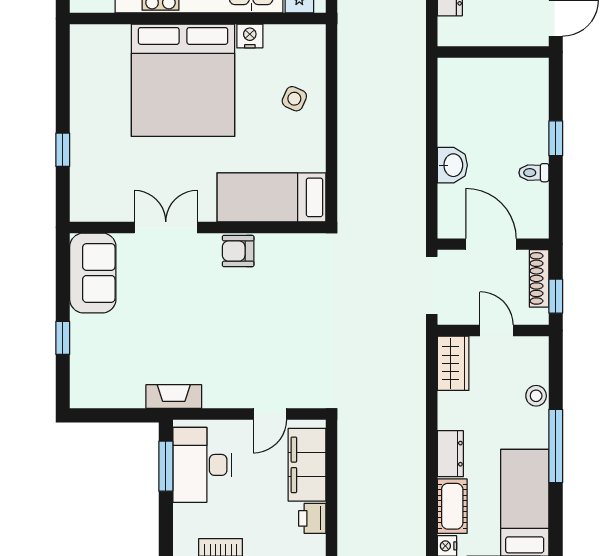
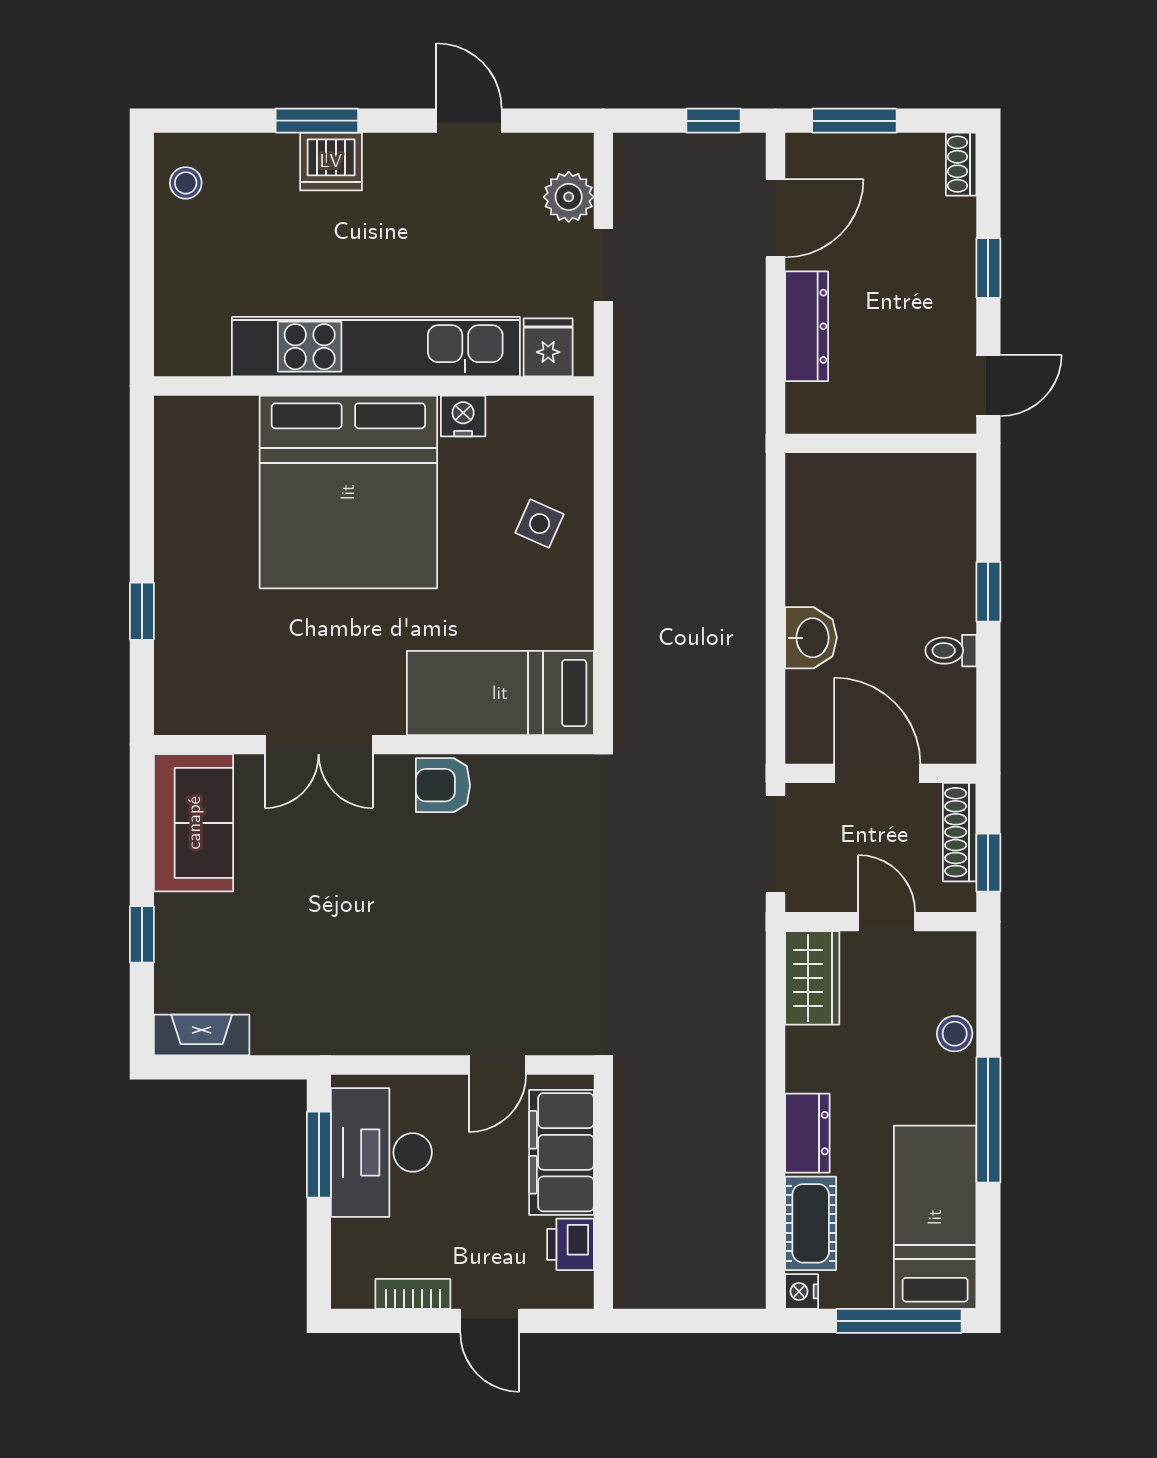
double door: (166, 227) -> (319, 745), swing flipped
fireplace: (174, 397) -> (202, 1035), moved

